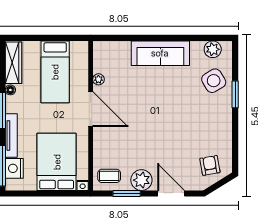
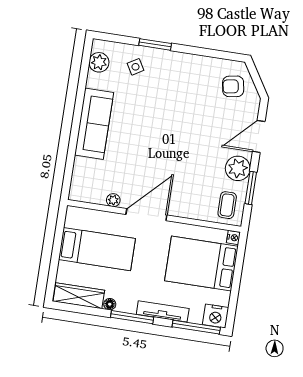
side table: (214, 81) -> (136, 67), width x0.54, depth x0.54
nightstand: (14, 168) -> (216, 316), moved

